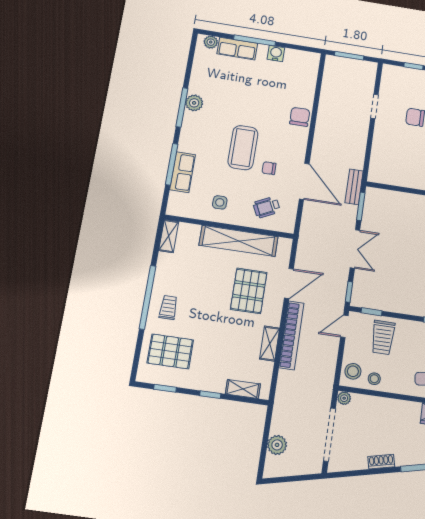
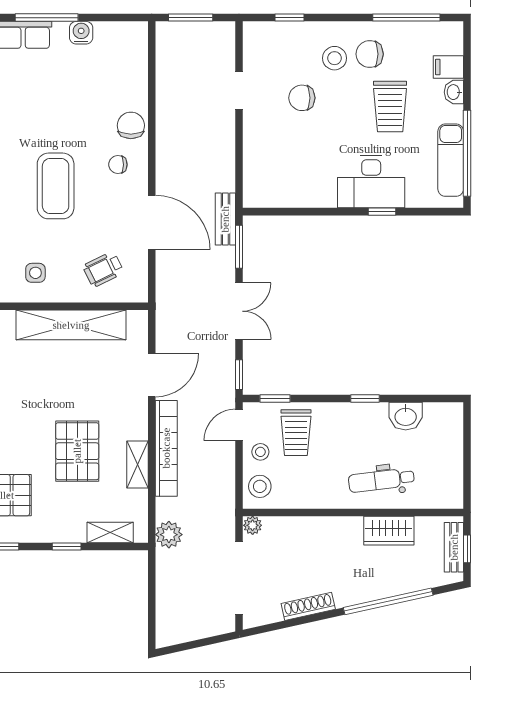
chair: (269, 168) -> (118, 165), moved
pallet: (249, 291) -> (77, 451), moved
stool: (374, 379) -> (260, 452), moved
plant: (277, 445) -> (169, 535), moved
shoe rack: (381, 462) -> (308, 606), width x1.43

